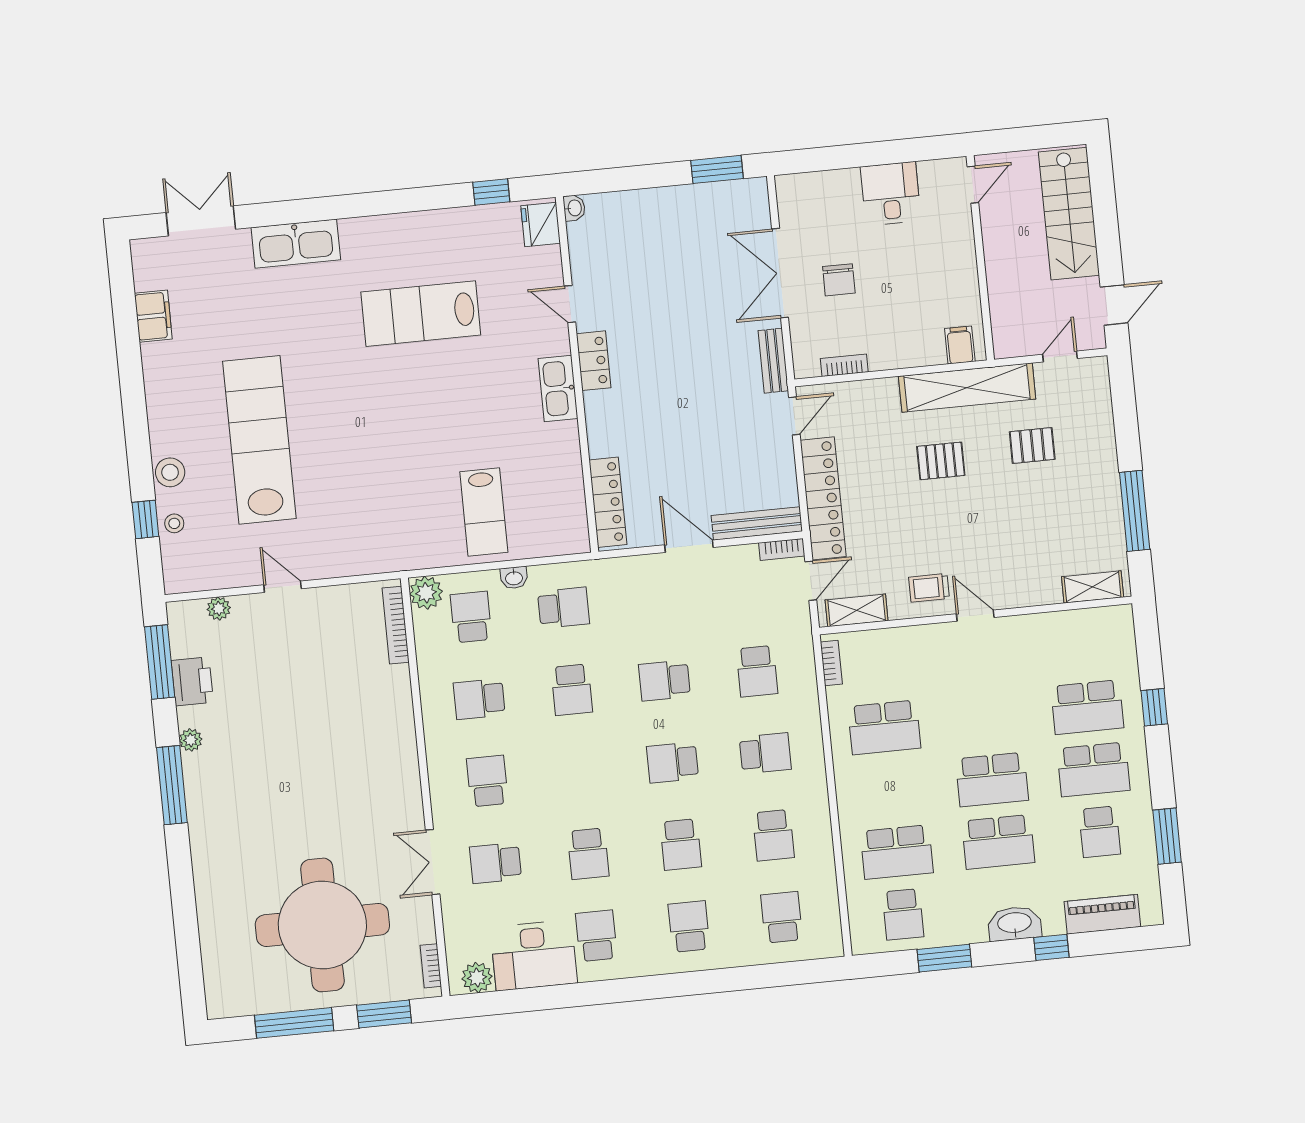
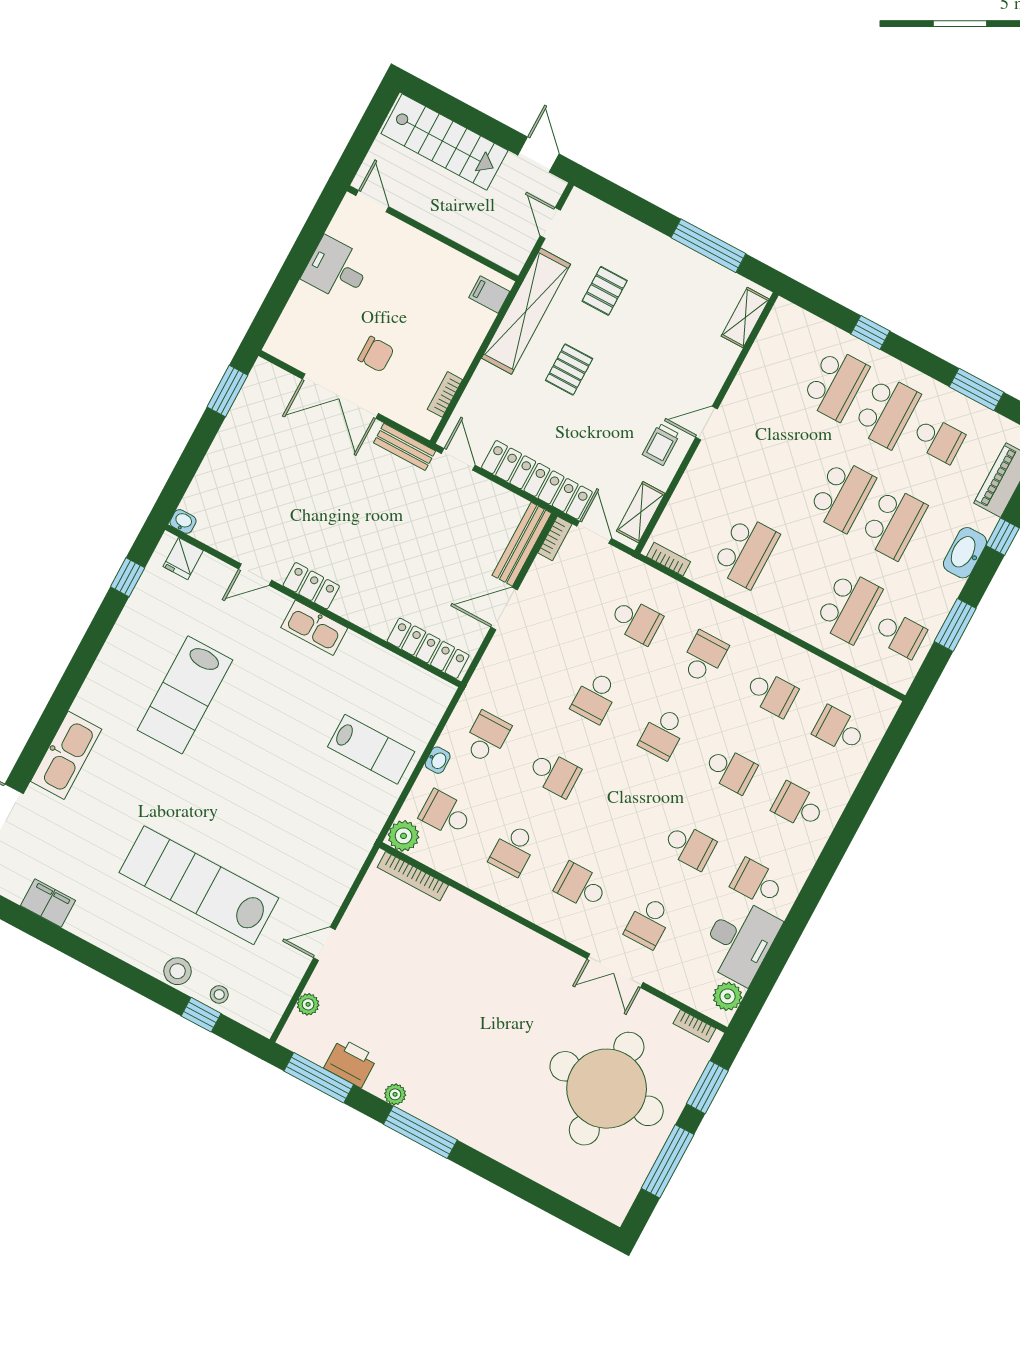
fridge: (541, 224) -> (183, 559), width x0.72

